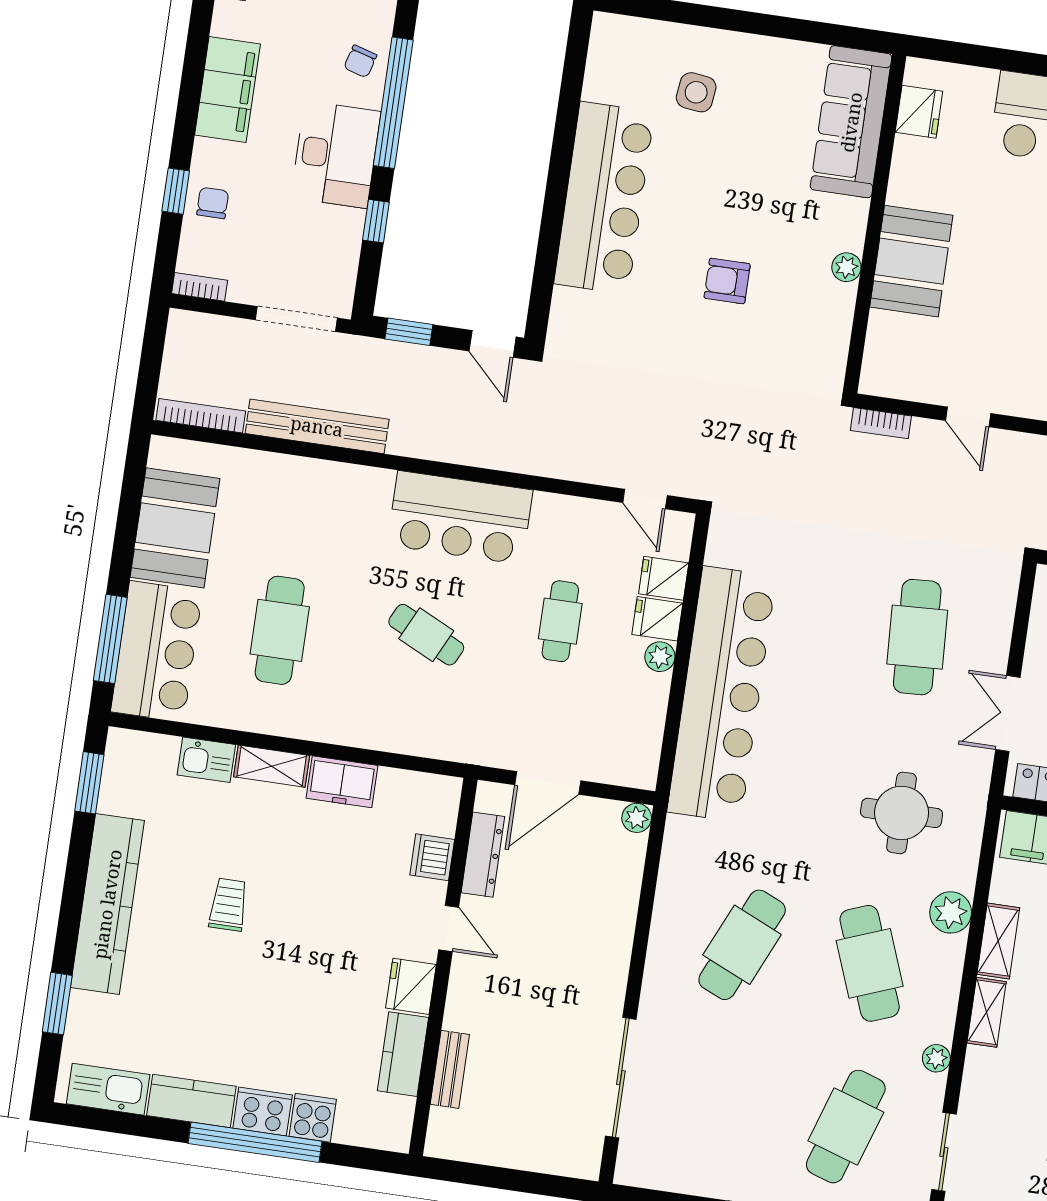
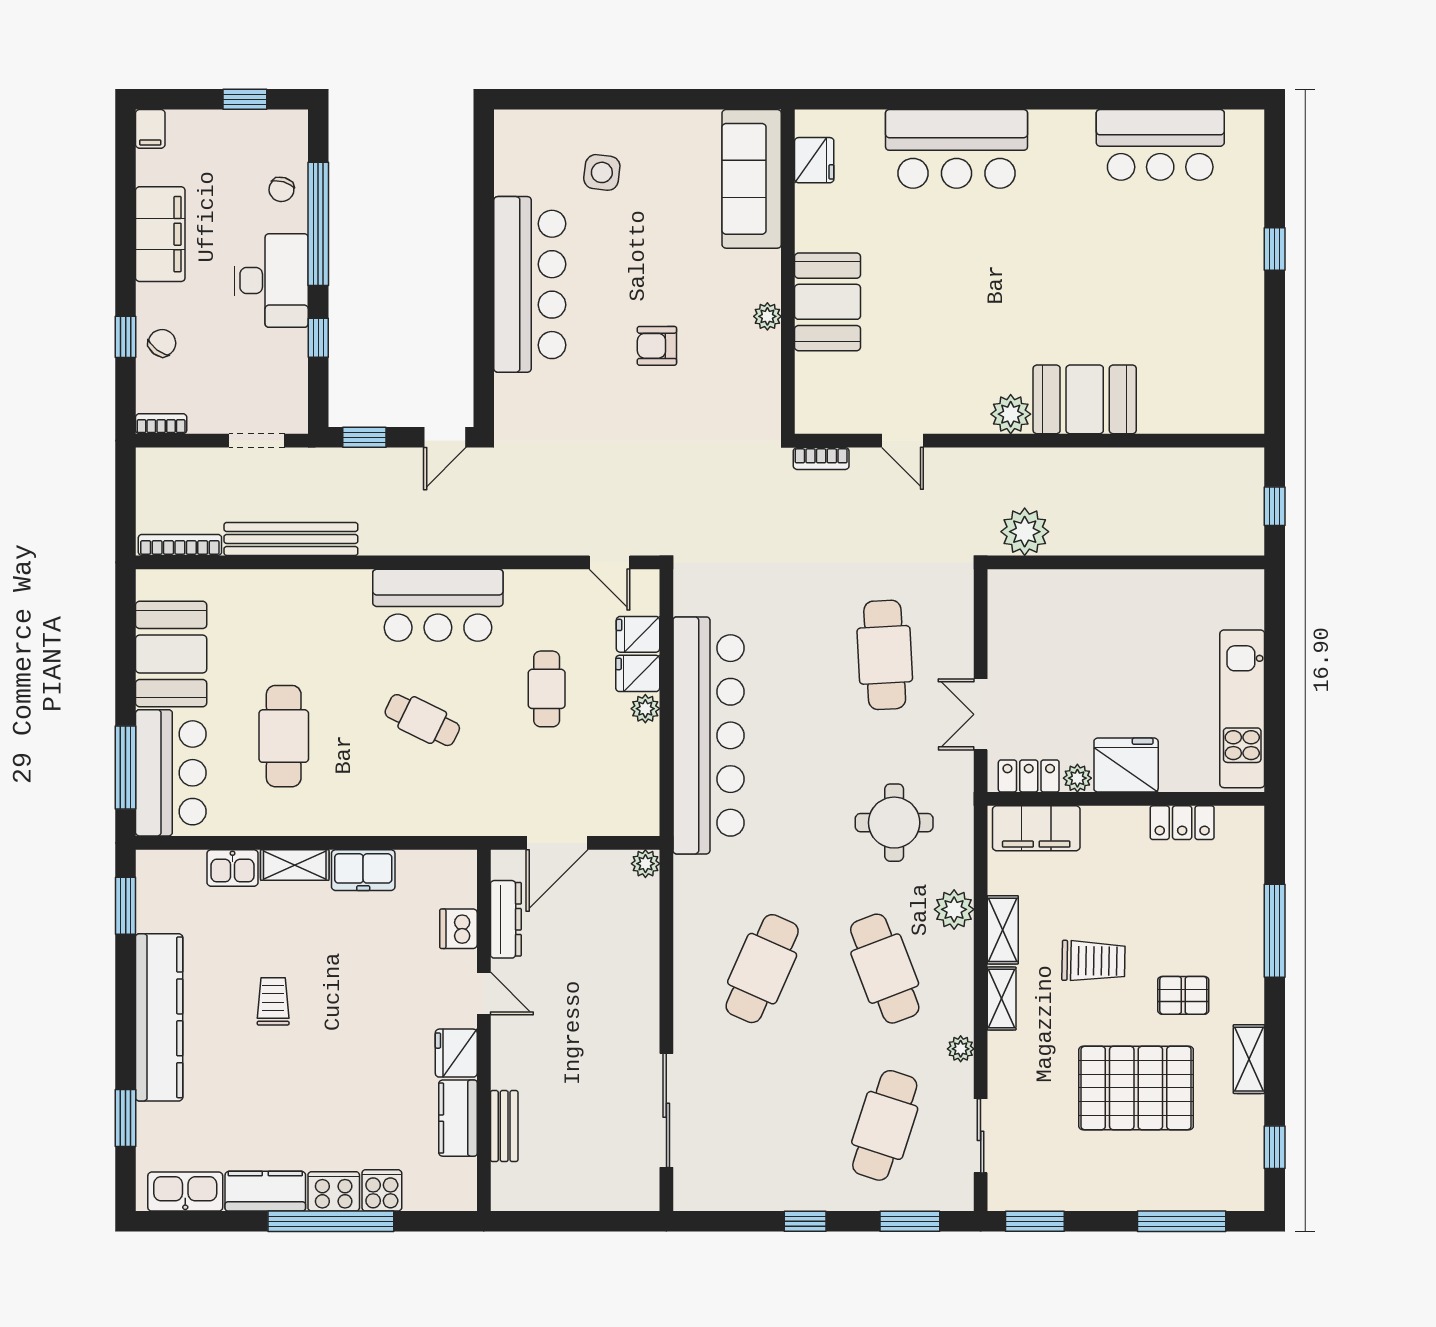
chair: (213, 203) -> (162, 343), turned 37
doorway: (296, 319) -> (257, 441), width x0.73
door: (493, 344) -> (445, 437), hinge flipped

